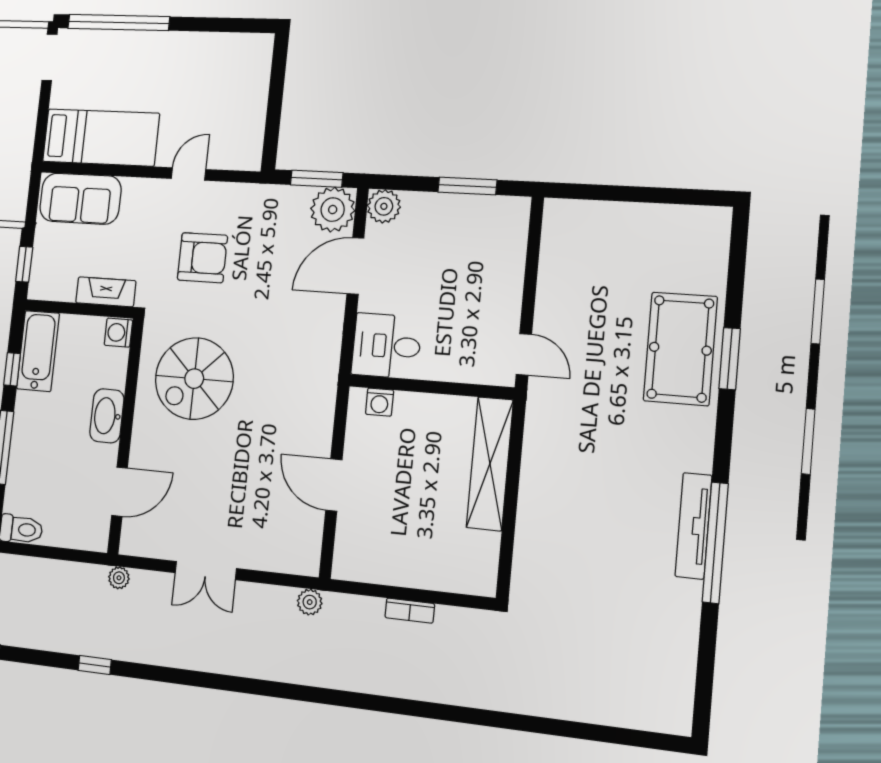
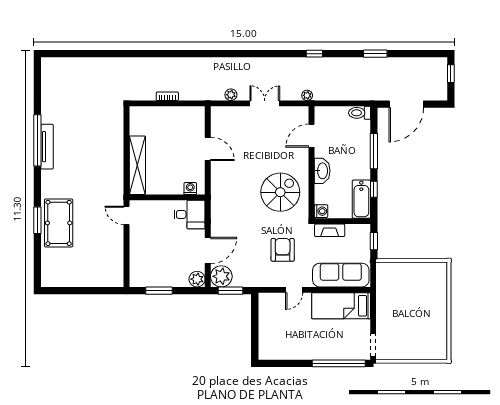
sofa: (80, 199) -> (341, 275), width x1.36
armchair: (202, 258) -> (283, 250), turned 90
plant: (310, 602) -> (231, 95), moved

